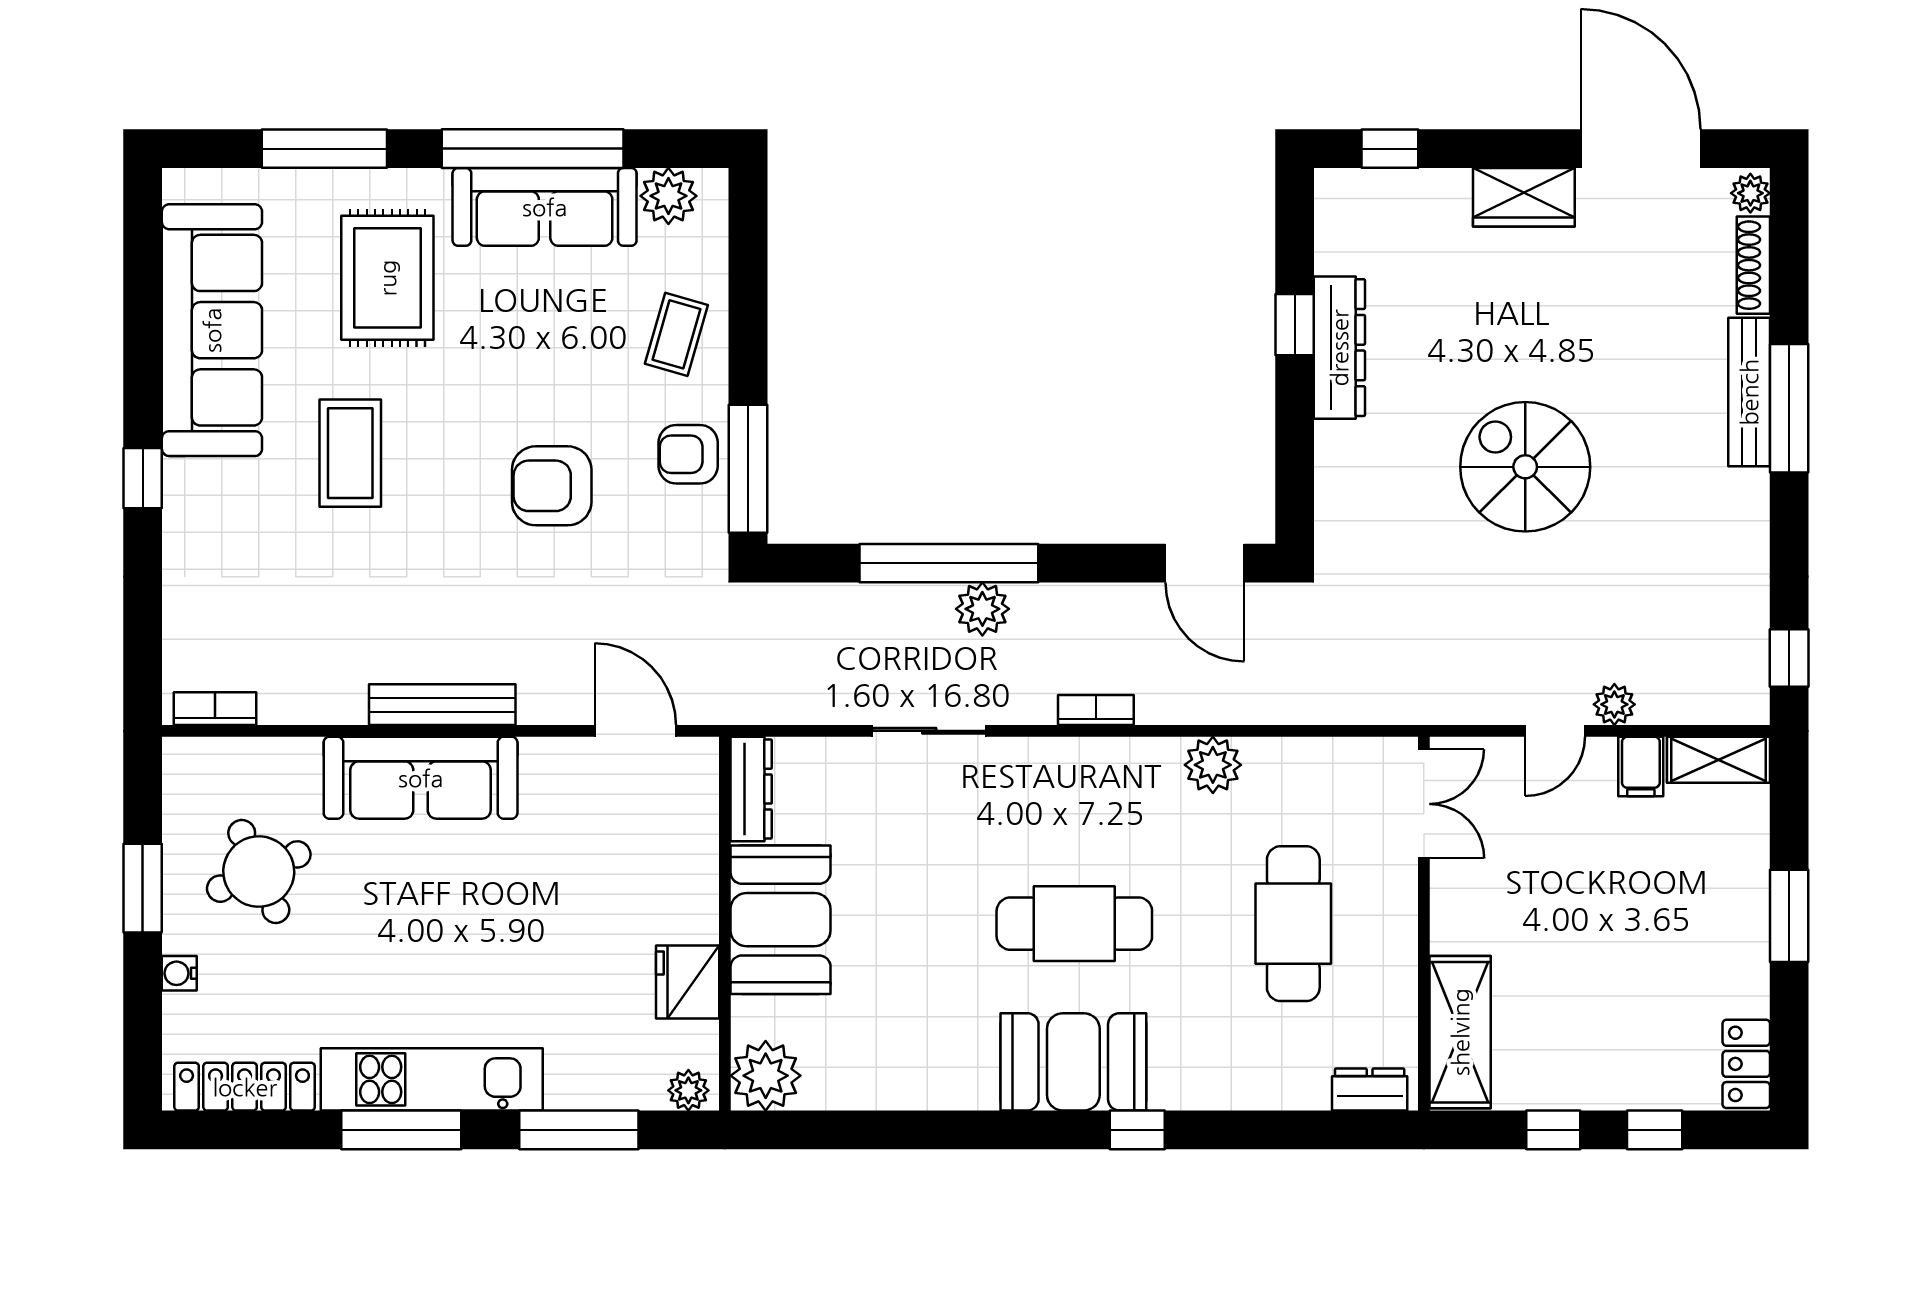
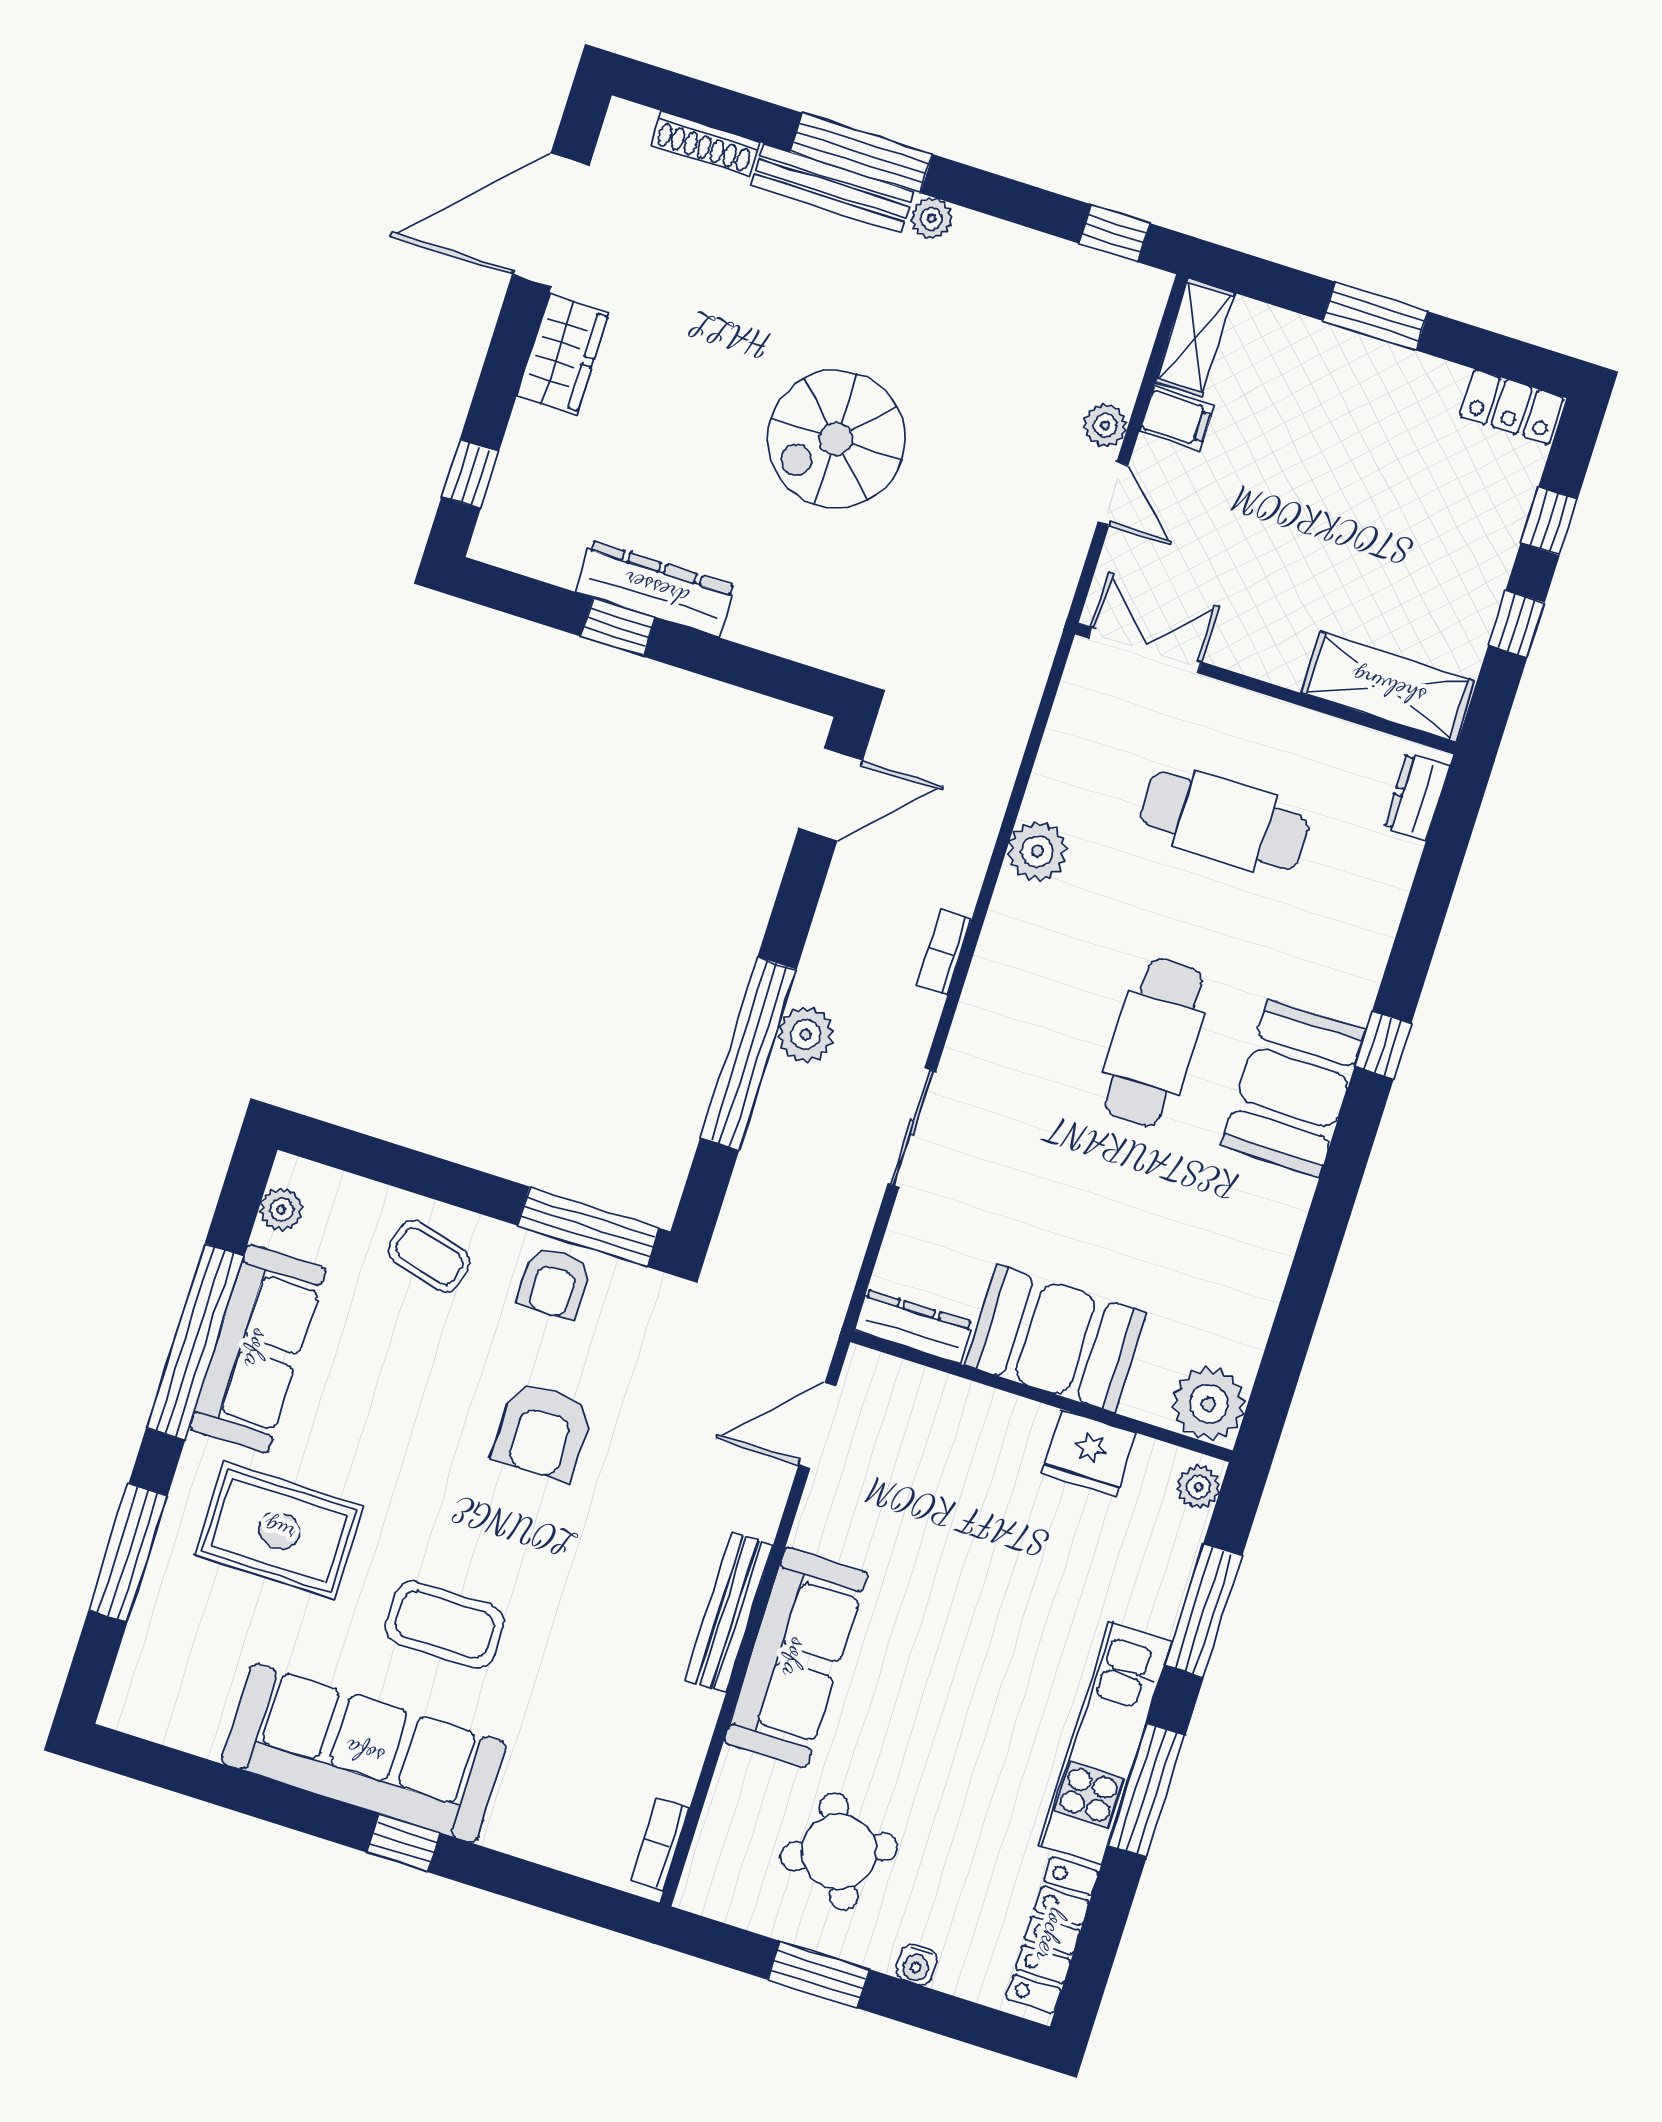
plant: (1750, 193) -> (931, 218), moved
plant: (668, 196) -> (281, 1209), width x0.73, depth x0.73
sofa: (212, 330) -> (364, 1753), moved

